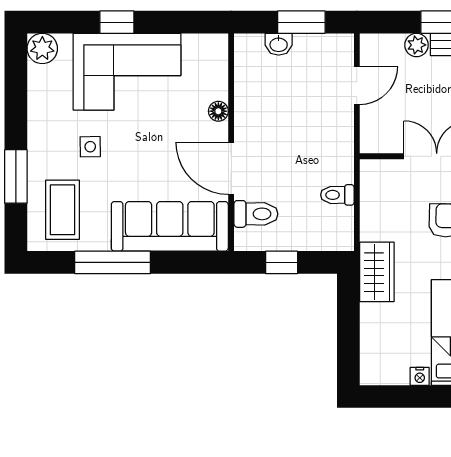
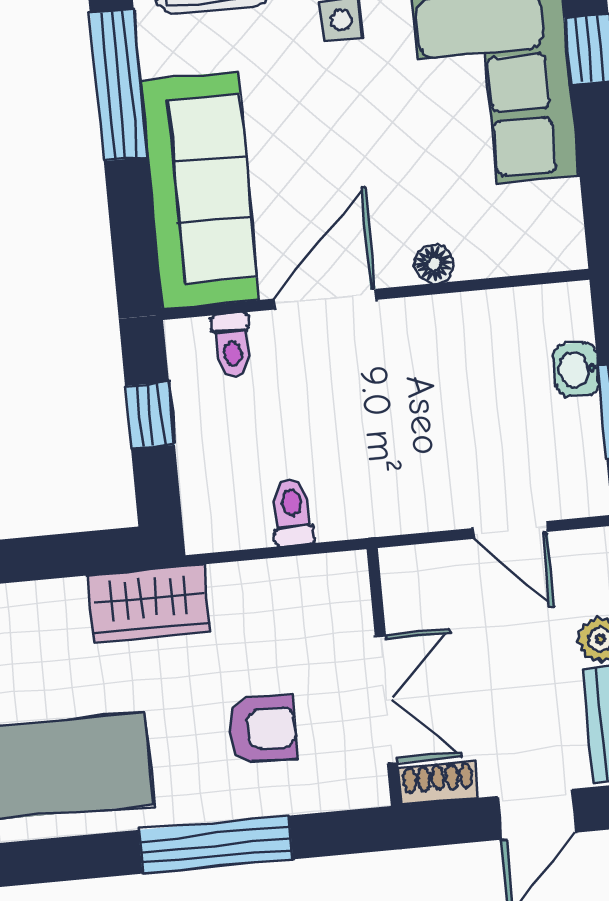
toilet: (256, 214) -> (232, 345), width x0.73, depth x0.72

